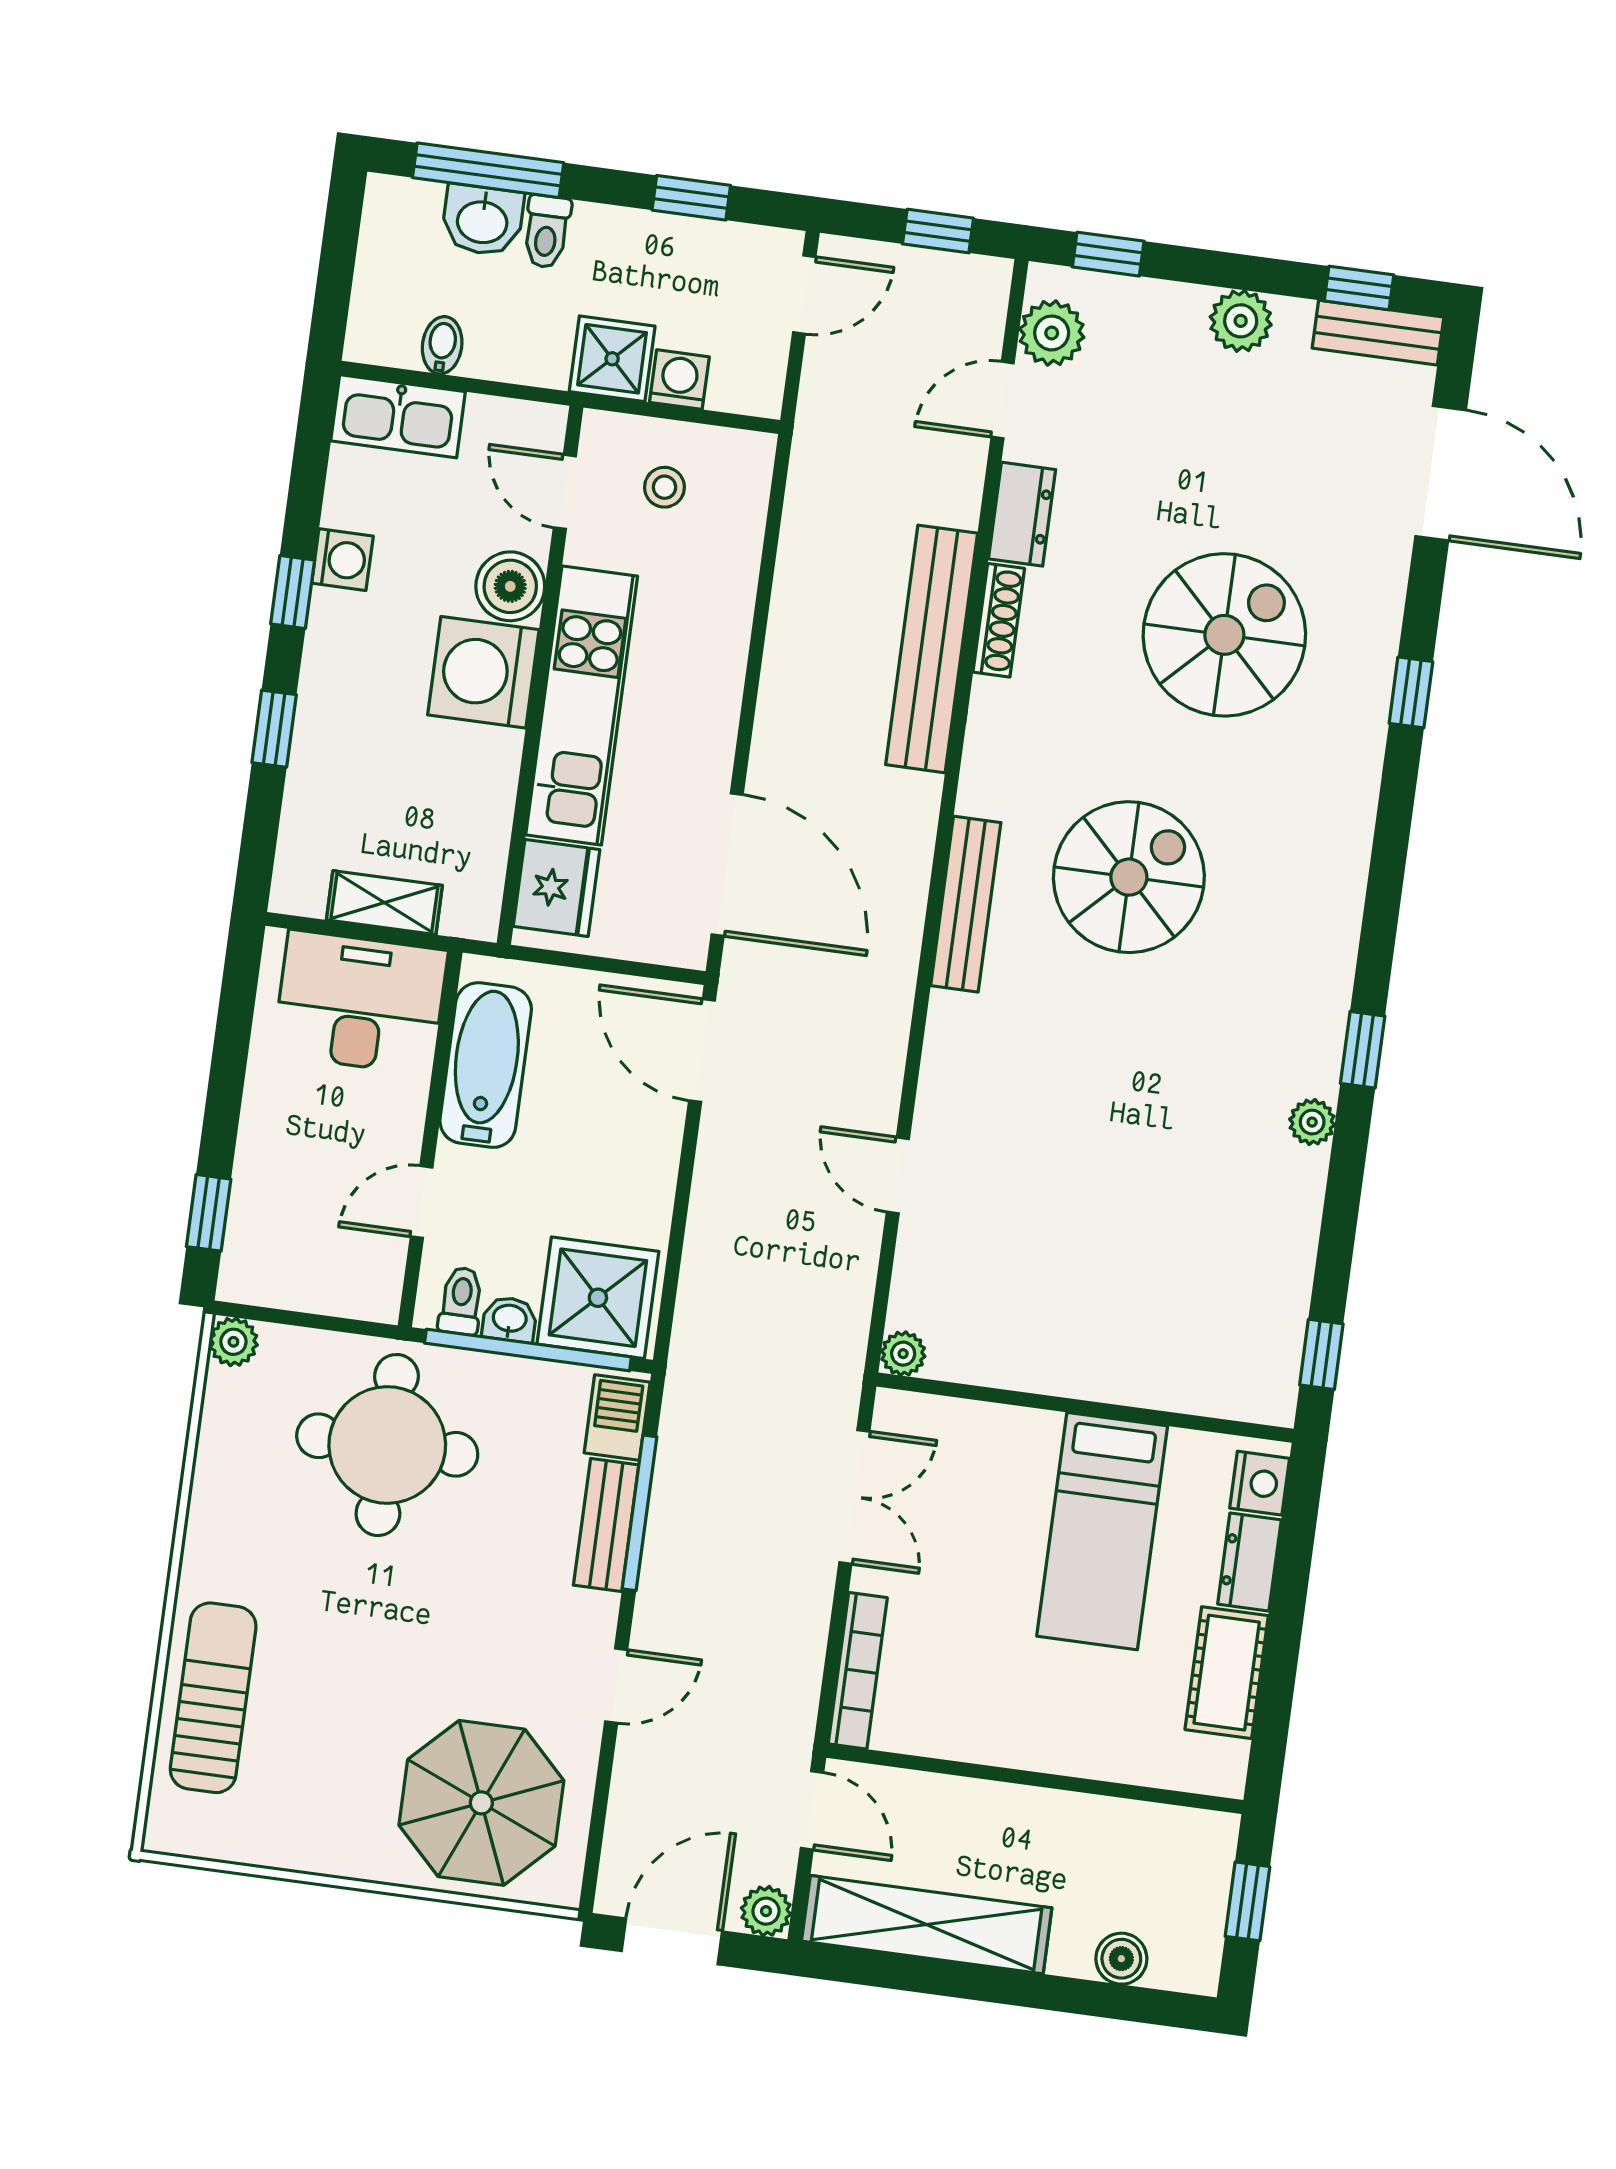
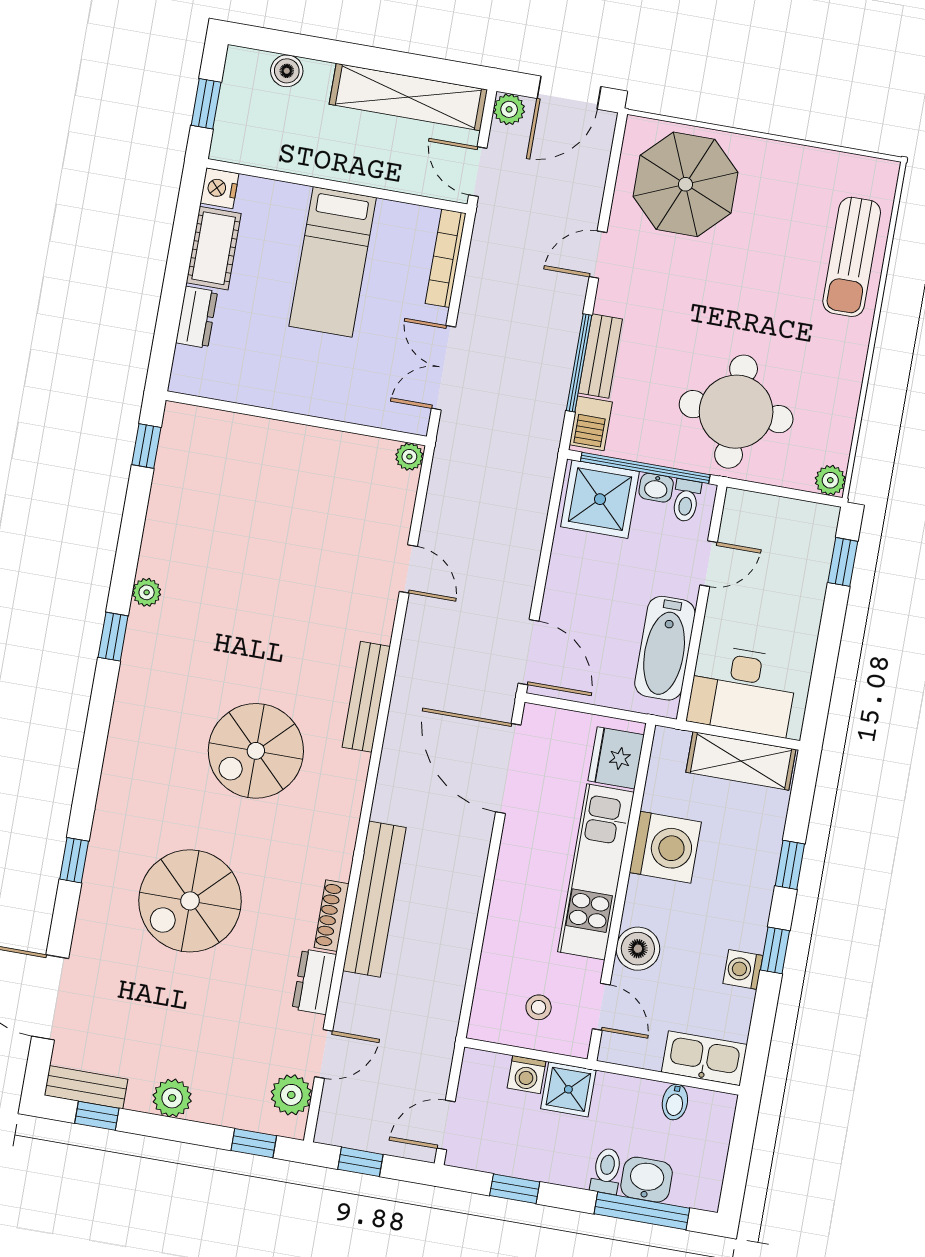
washing machine: (483, 672) -> (665, 847), moved
shelving: (384, 903) -> (741, 761), width x1.50, depth x1.33
bench: (966, 904) -> (366, 697), moved
nightstand: (1260, 1483) -> (219, 188), moved
bed: (1102, 1531) -> (333, 262), moved, turned 180

